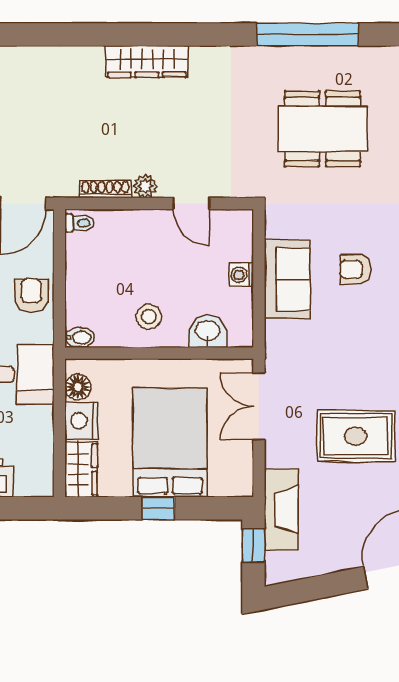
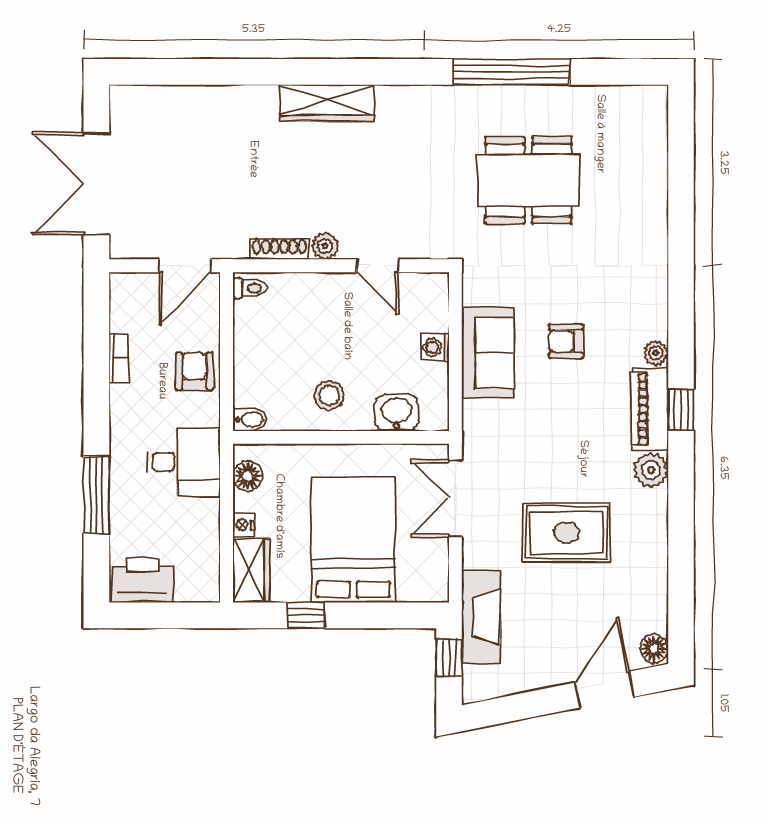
nightstand: (82, 421) -> (244, 525), width x0.53, depth x0.56
window: (158, 508) -> (306, 615), moved

